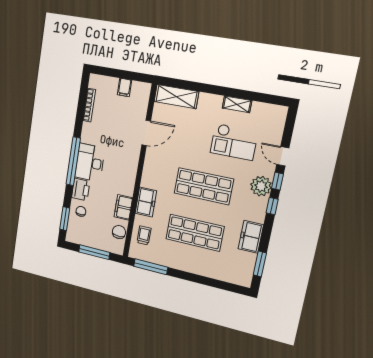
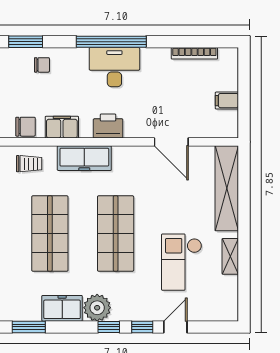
shelving: (176, 97) -> (227, 188), width x1.47
plant: (261, 186) -> (97, 308), moved
printer: (81, 190) -> (108, 126), moved, turned 180
freezer: (146, 202) -> (84, 158), width x1.40

